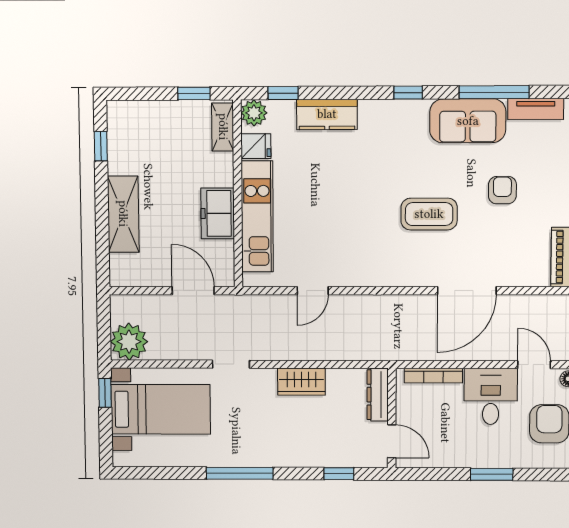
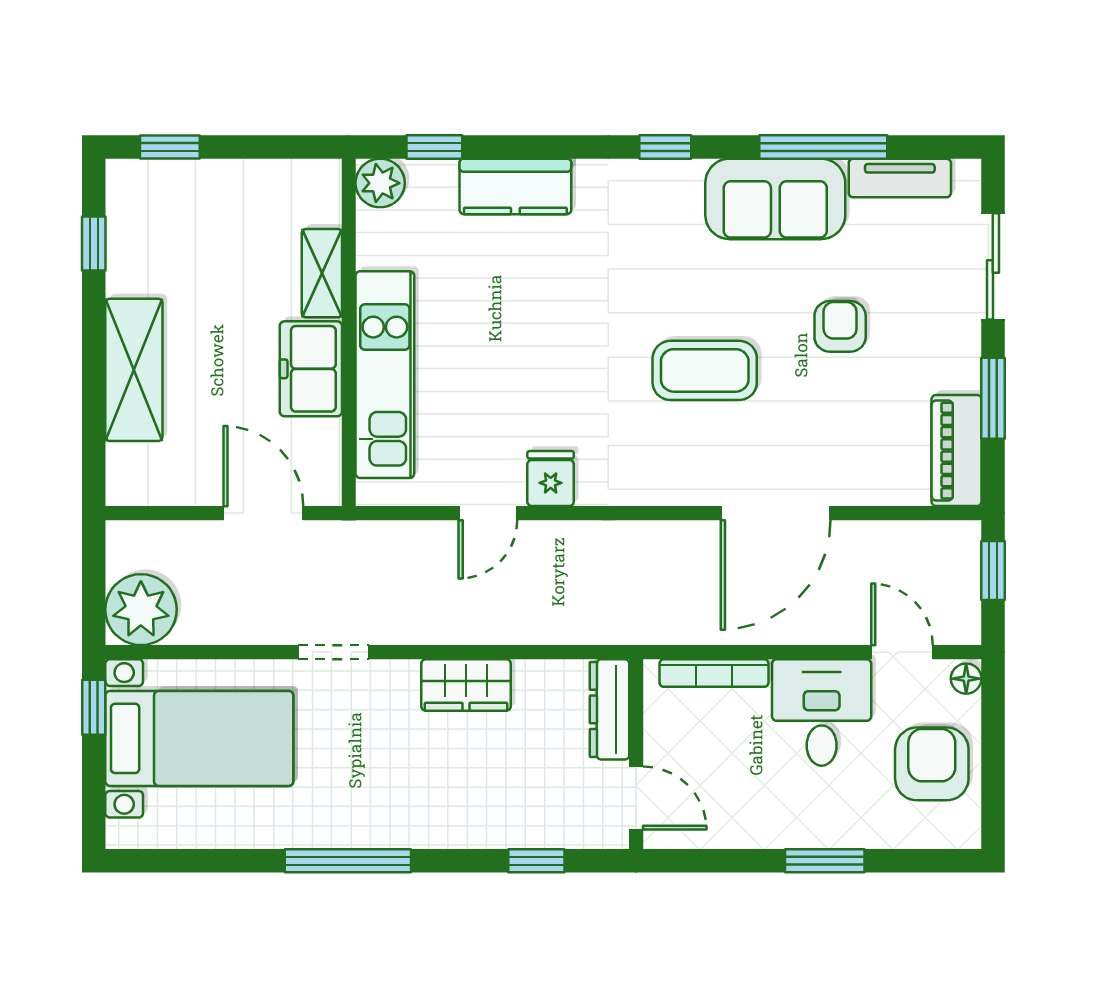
window: (194, 93) -> (170, 147), moved
shelving: (223, 127) -> (322, 273), moved
fridge: (256, 146) -> (551, 479), moved, turned -90

